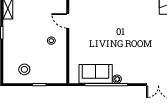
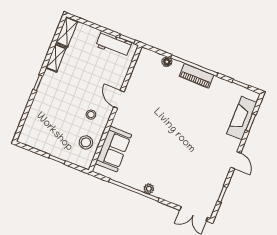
stool: (24, 69) -> (86, 142), moved
sofa: (96, 74) -> (113, 149), moved, turned 90

